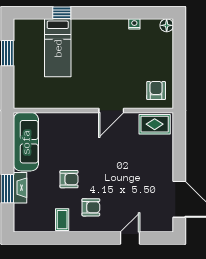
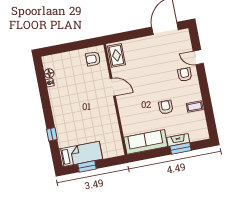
floor lamp: (167, 25) -> (49, 73), moved
bed: (58, 48) -> (81, 154), moved
armchair: (91, 207) -> (185, 75), moved

